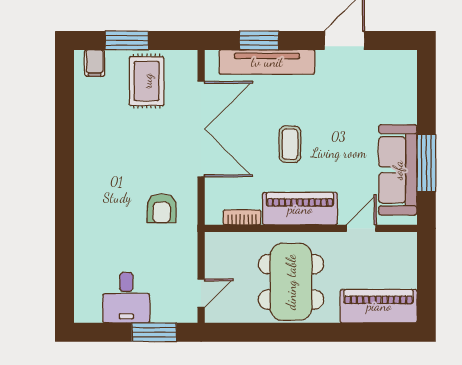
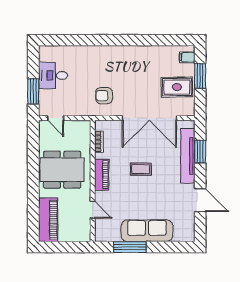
sofa: (398, 170) -> (147, 231), moved
piano: (300, 209) -> (102, 175), width x0.73, depth x0.75

